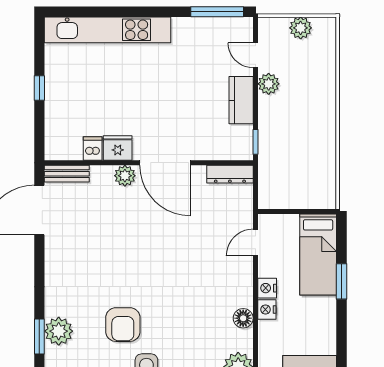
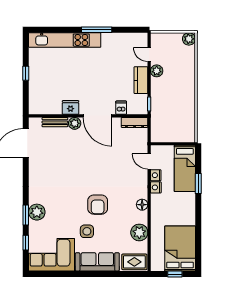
window: (217, 12) -> (97, 30), moved
plant: (301, 28) -> (189, 39), moved
dishwasher: (93, 148) -> (121, 108), moved
bench: (67, 174) -> (55, 122), moved
door: (255, 243) -> (149, 161), hinge flipped
nightstand: (267, 309) -> (156, 175), moved
armchair: (123, 325) -> (98, 205), moved

